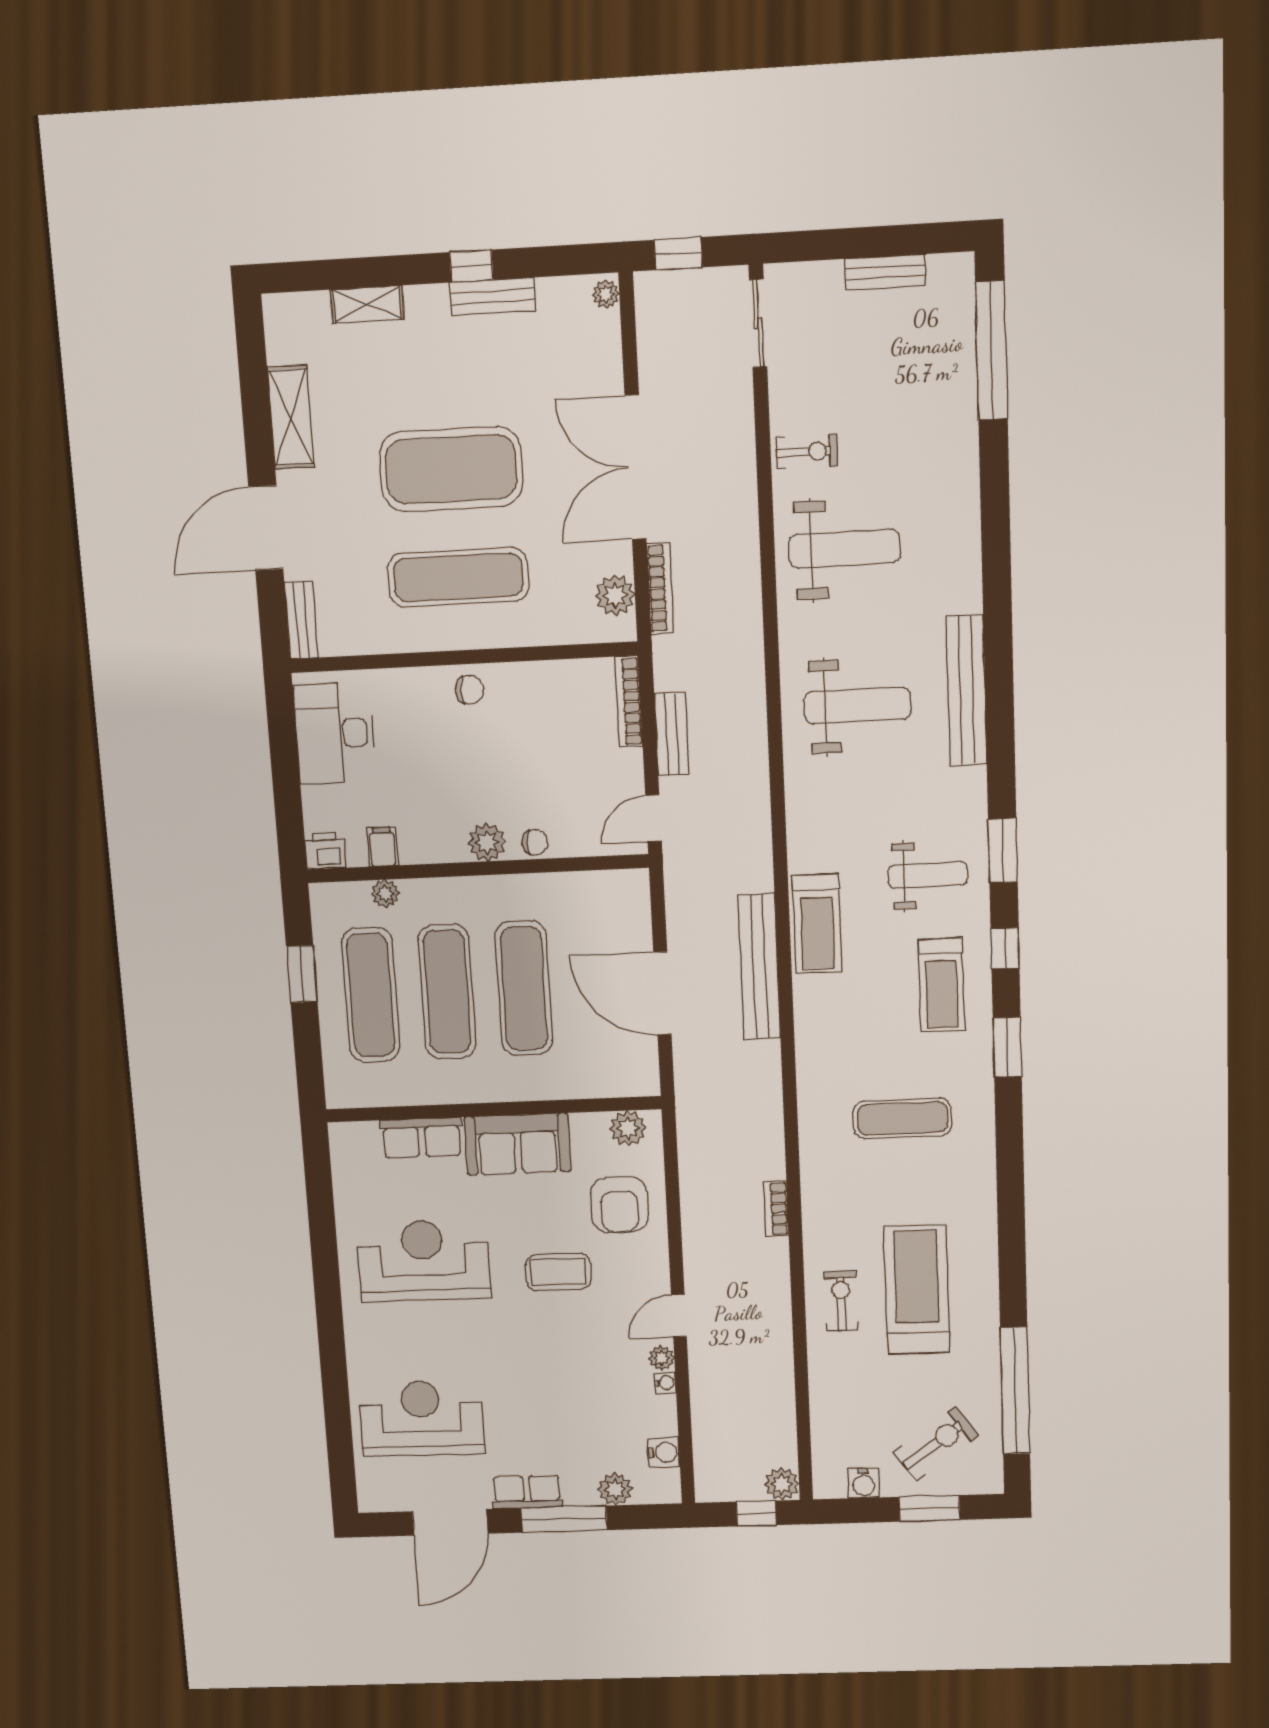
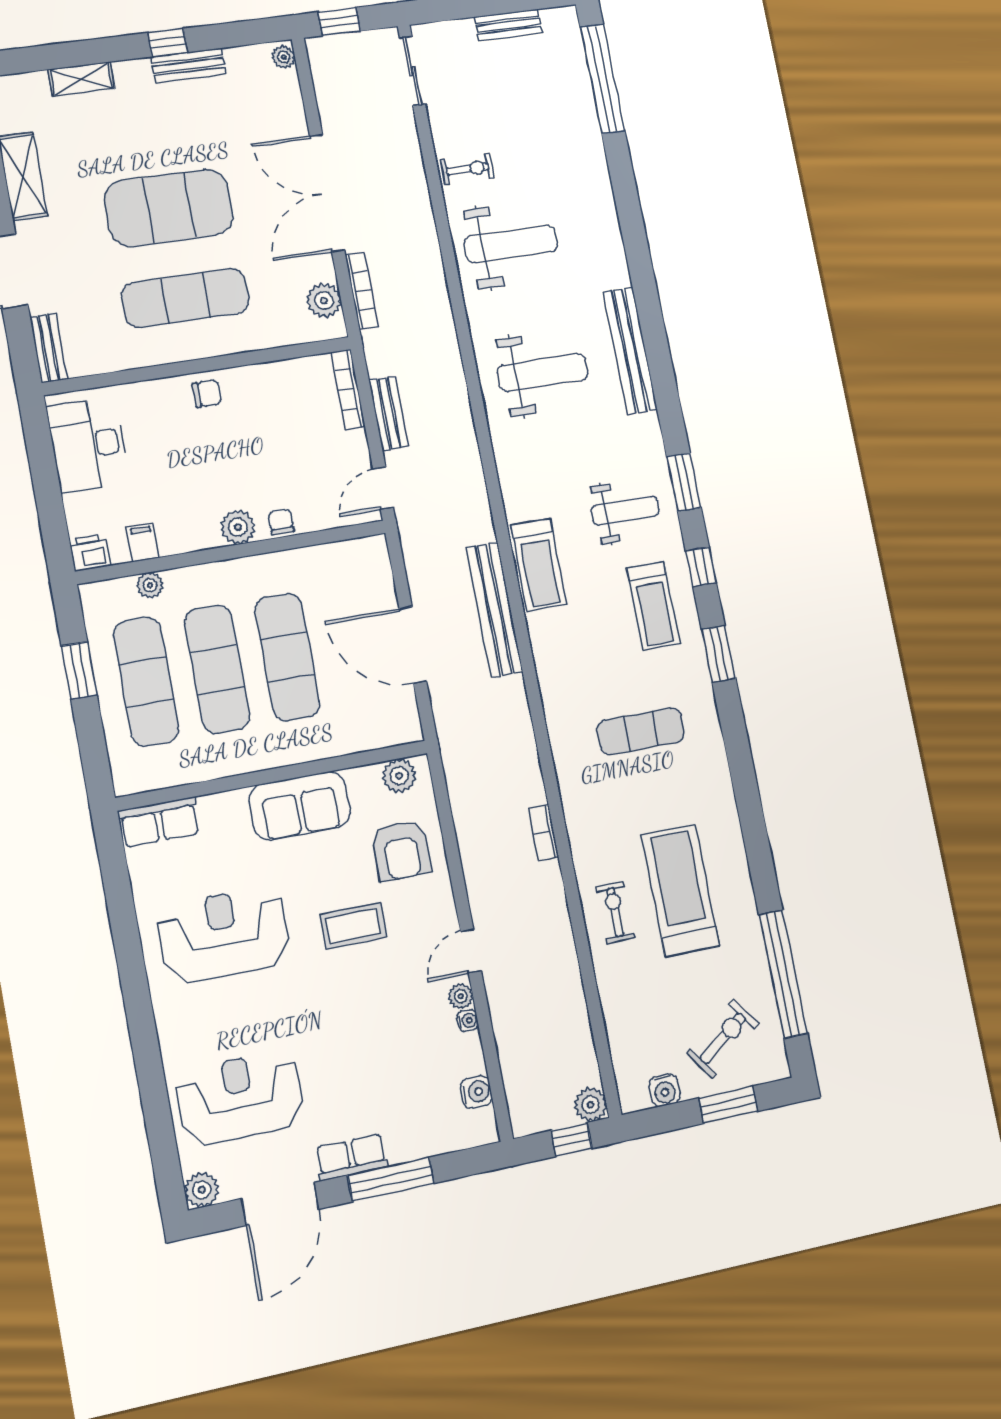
chair: (535, 842) -> (281, 522), turned -90
row of seats: (422, 1138) -> (159, 822), moved
plant: (615, 1489) -> (202, 1190), moved

